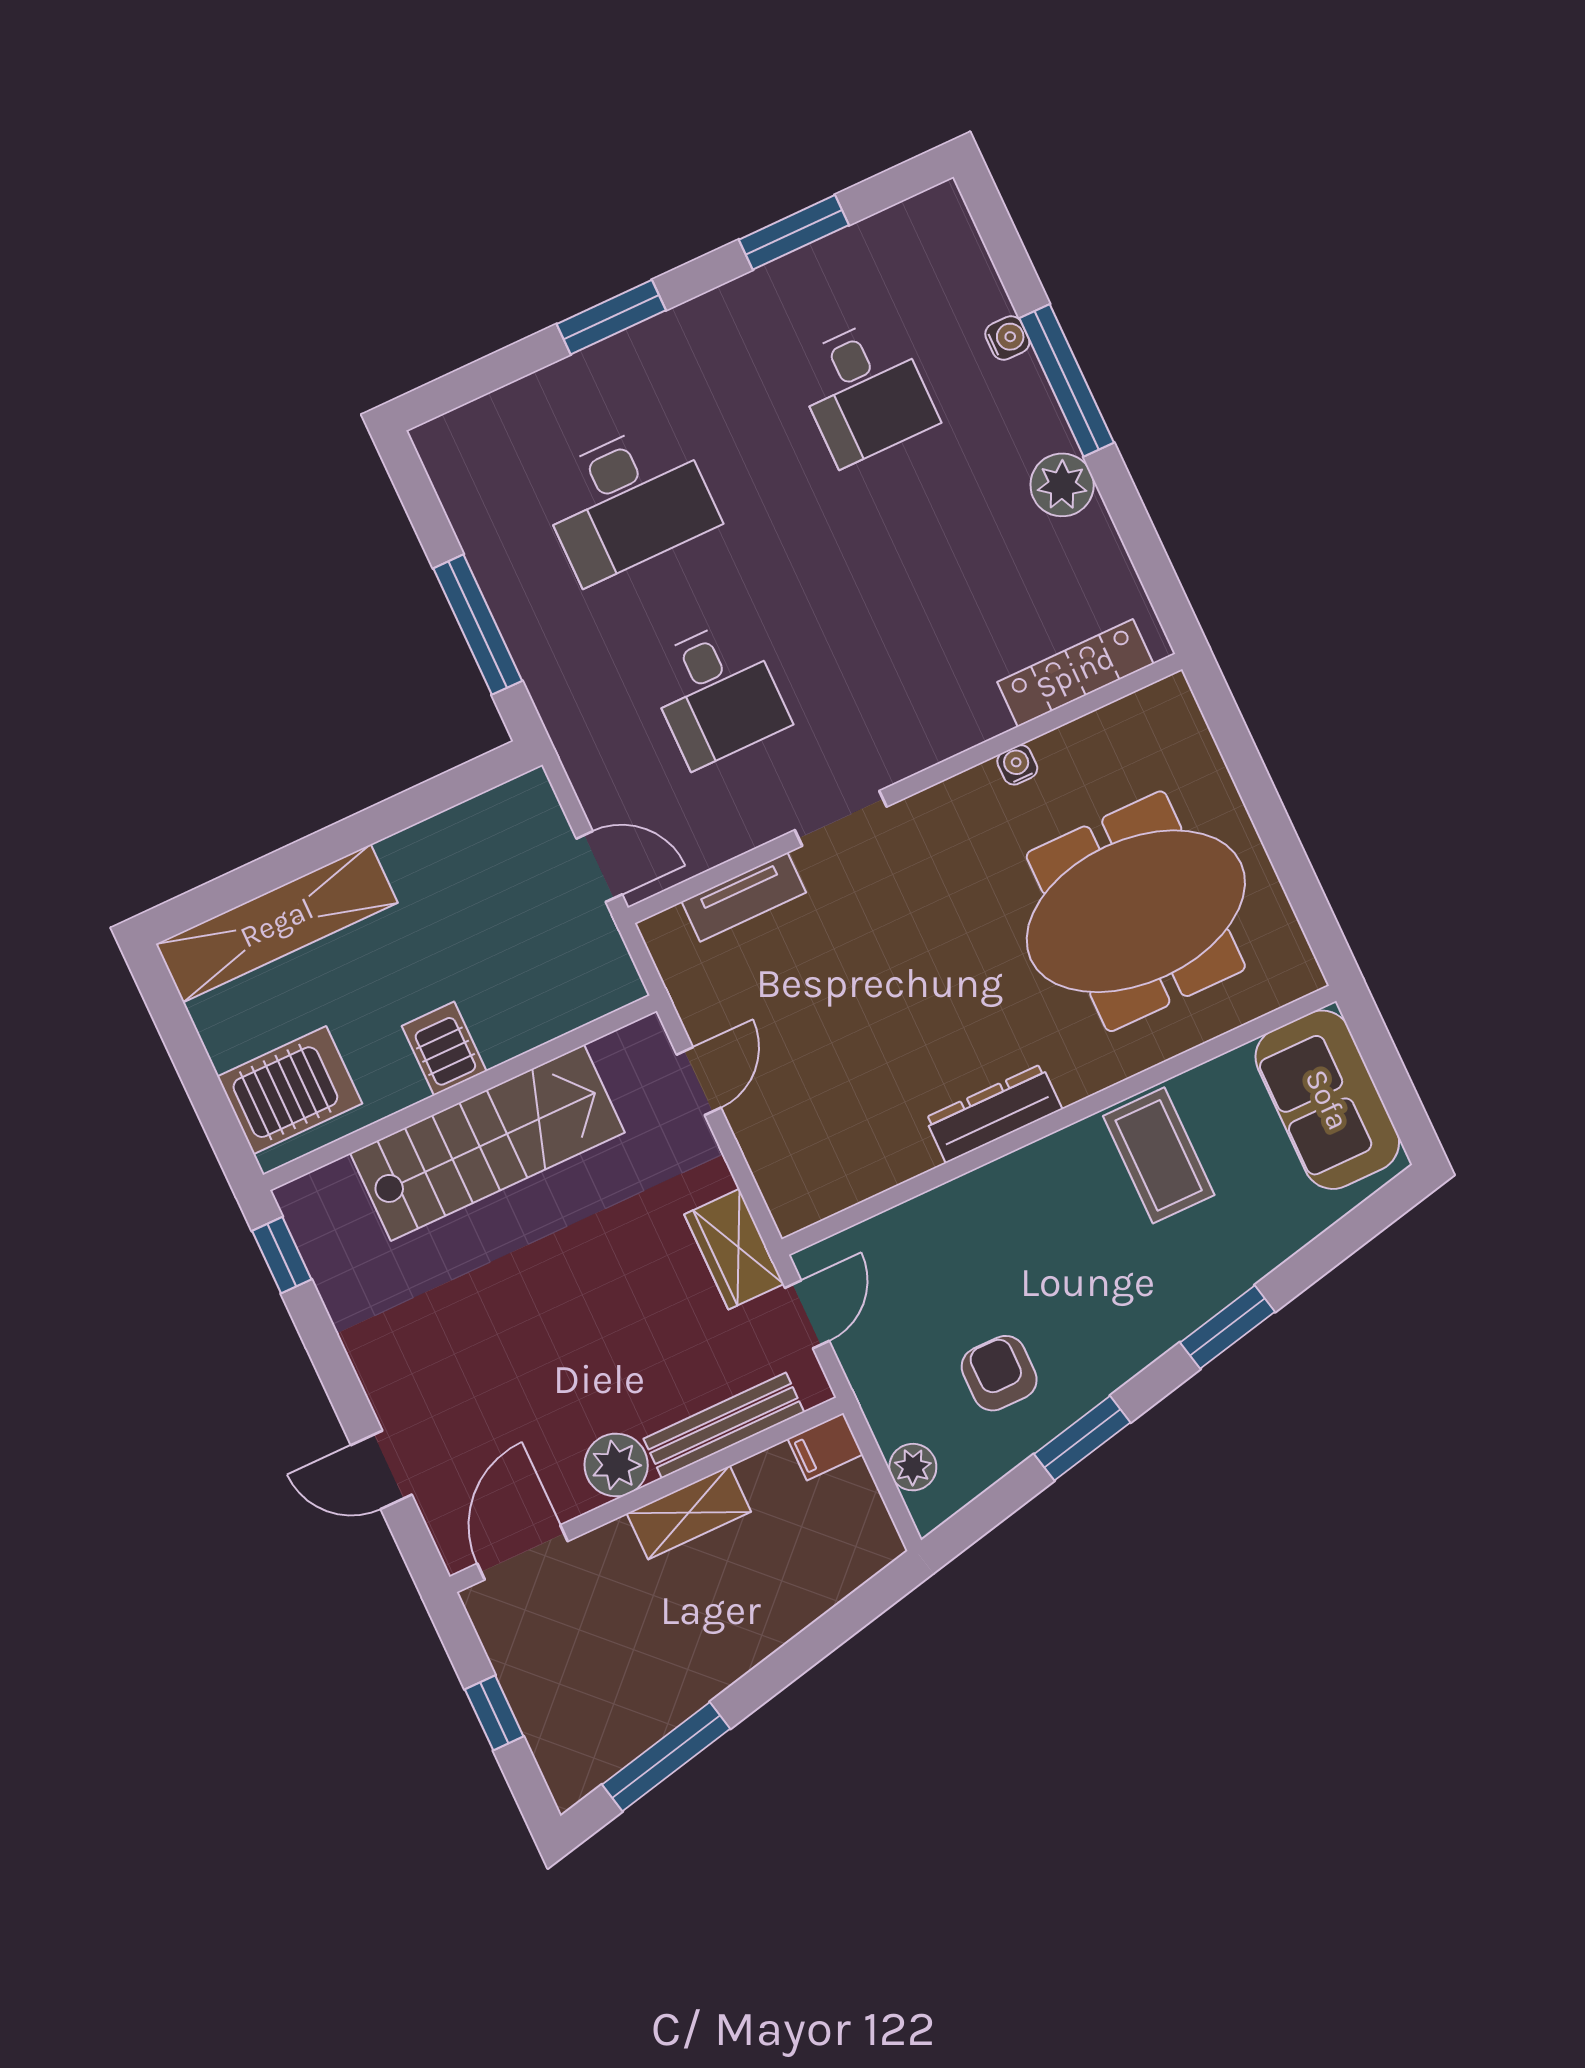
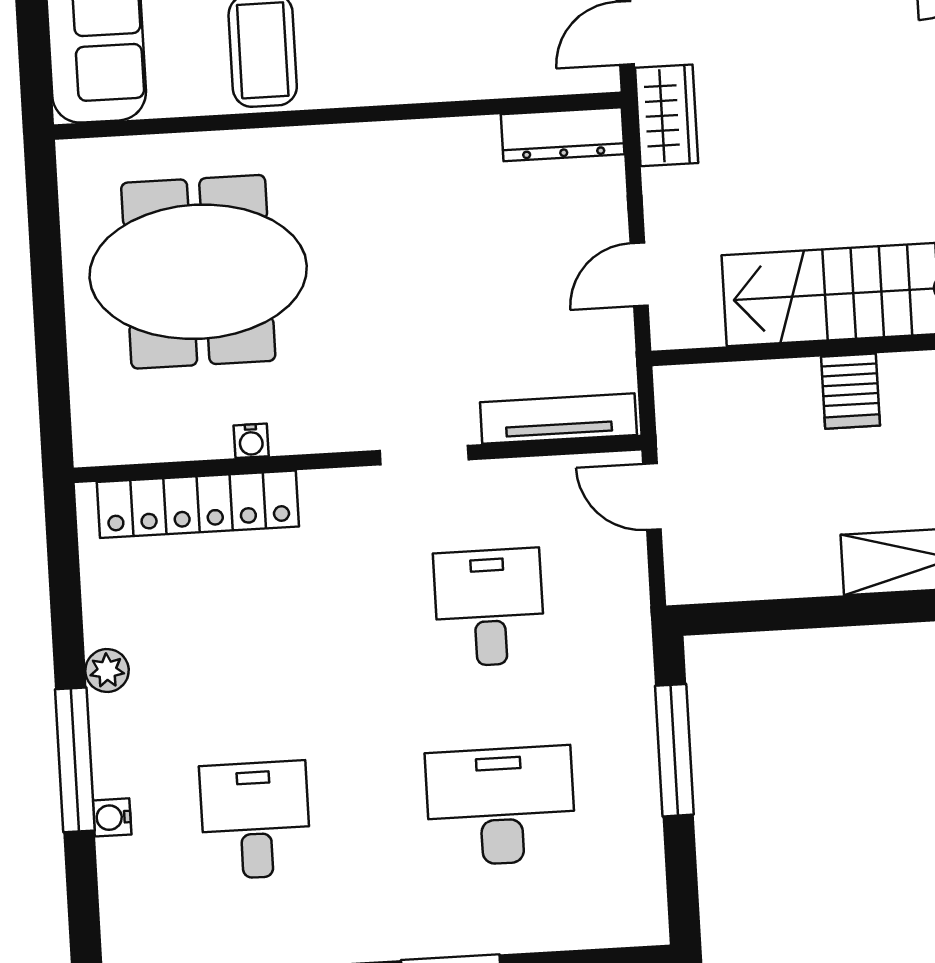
plant: (1062, 485) -> (107, 670), width x0.73, depth x0.73
locker: (1075, 673) -> (198, 504), width x1.41, depth x1.21
tv unit: (744, 897) -> (558, 419), width x1.41
dresser: (994, 1114) -> (563, 134), moved

